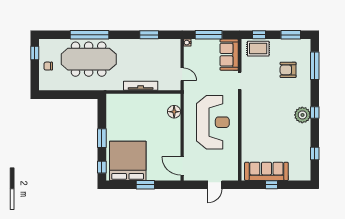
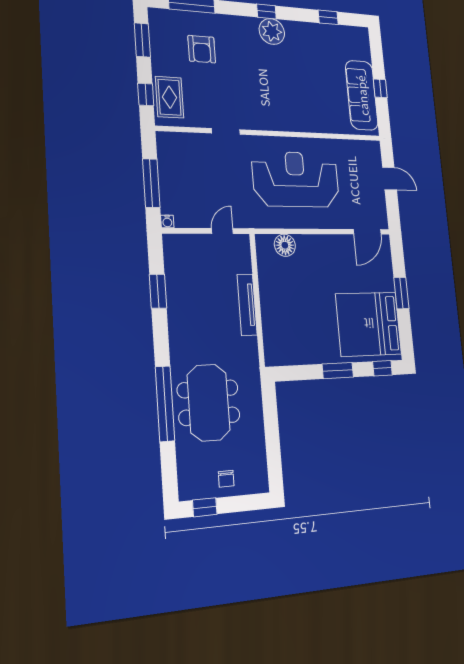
sofa: (229, 55) -> (183, 148), removed
meeting table: (89, 59) -> (209, 403), width x0.73

